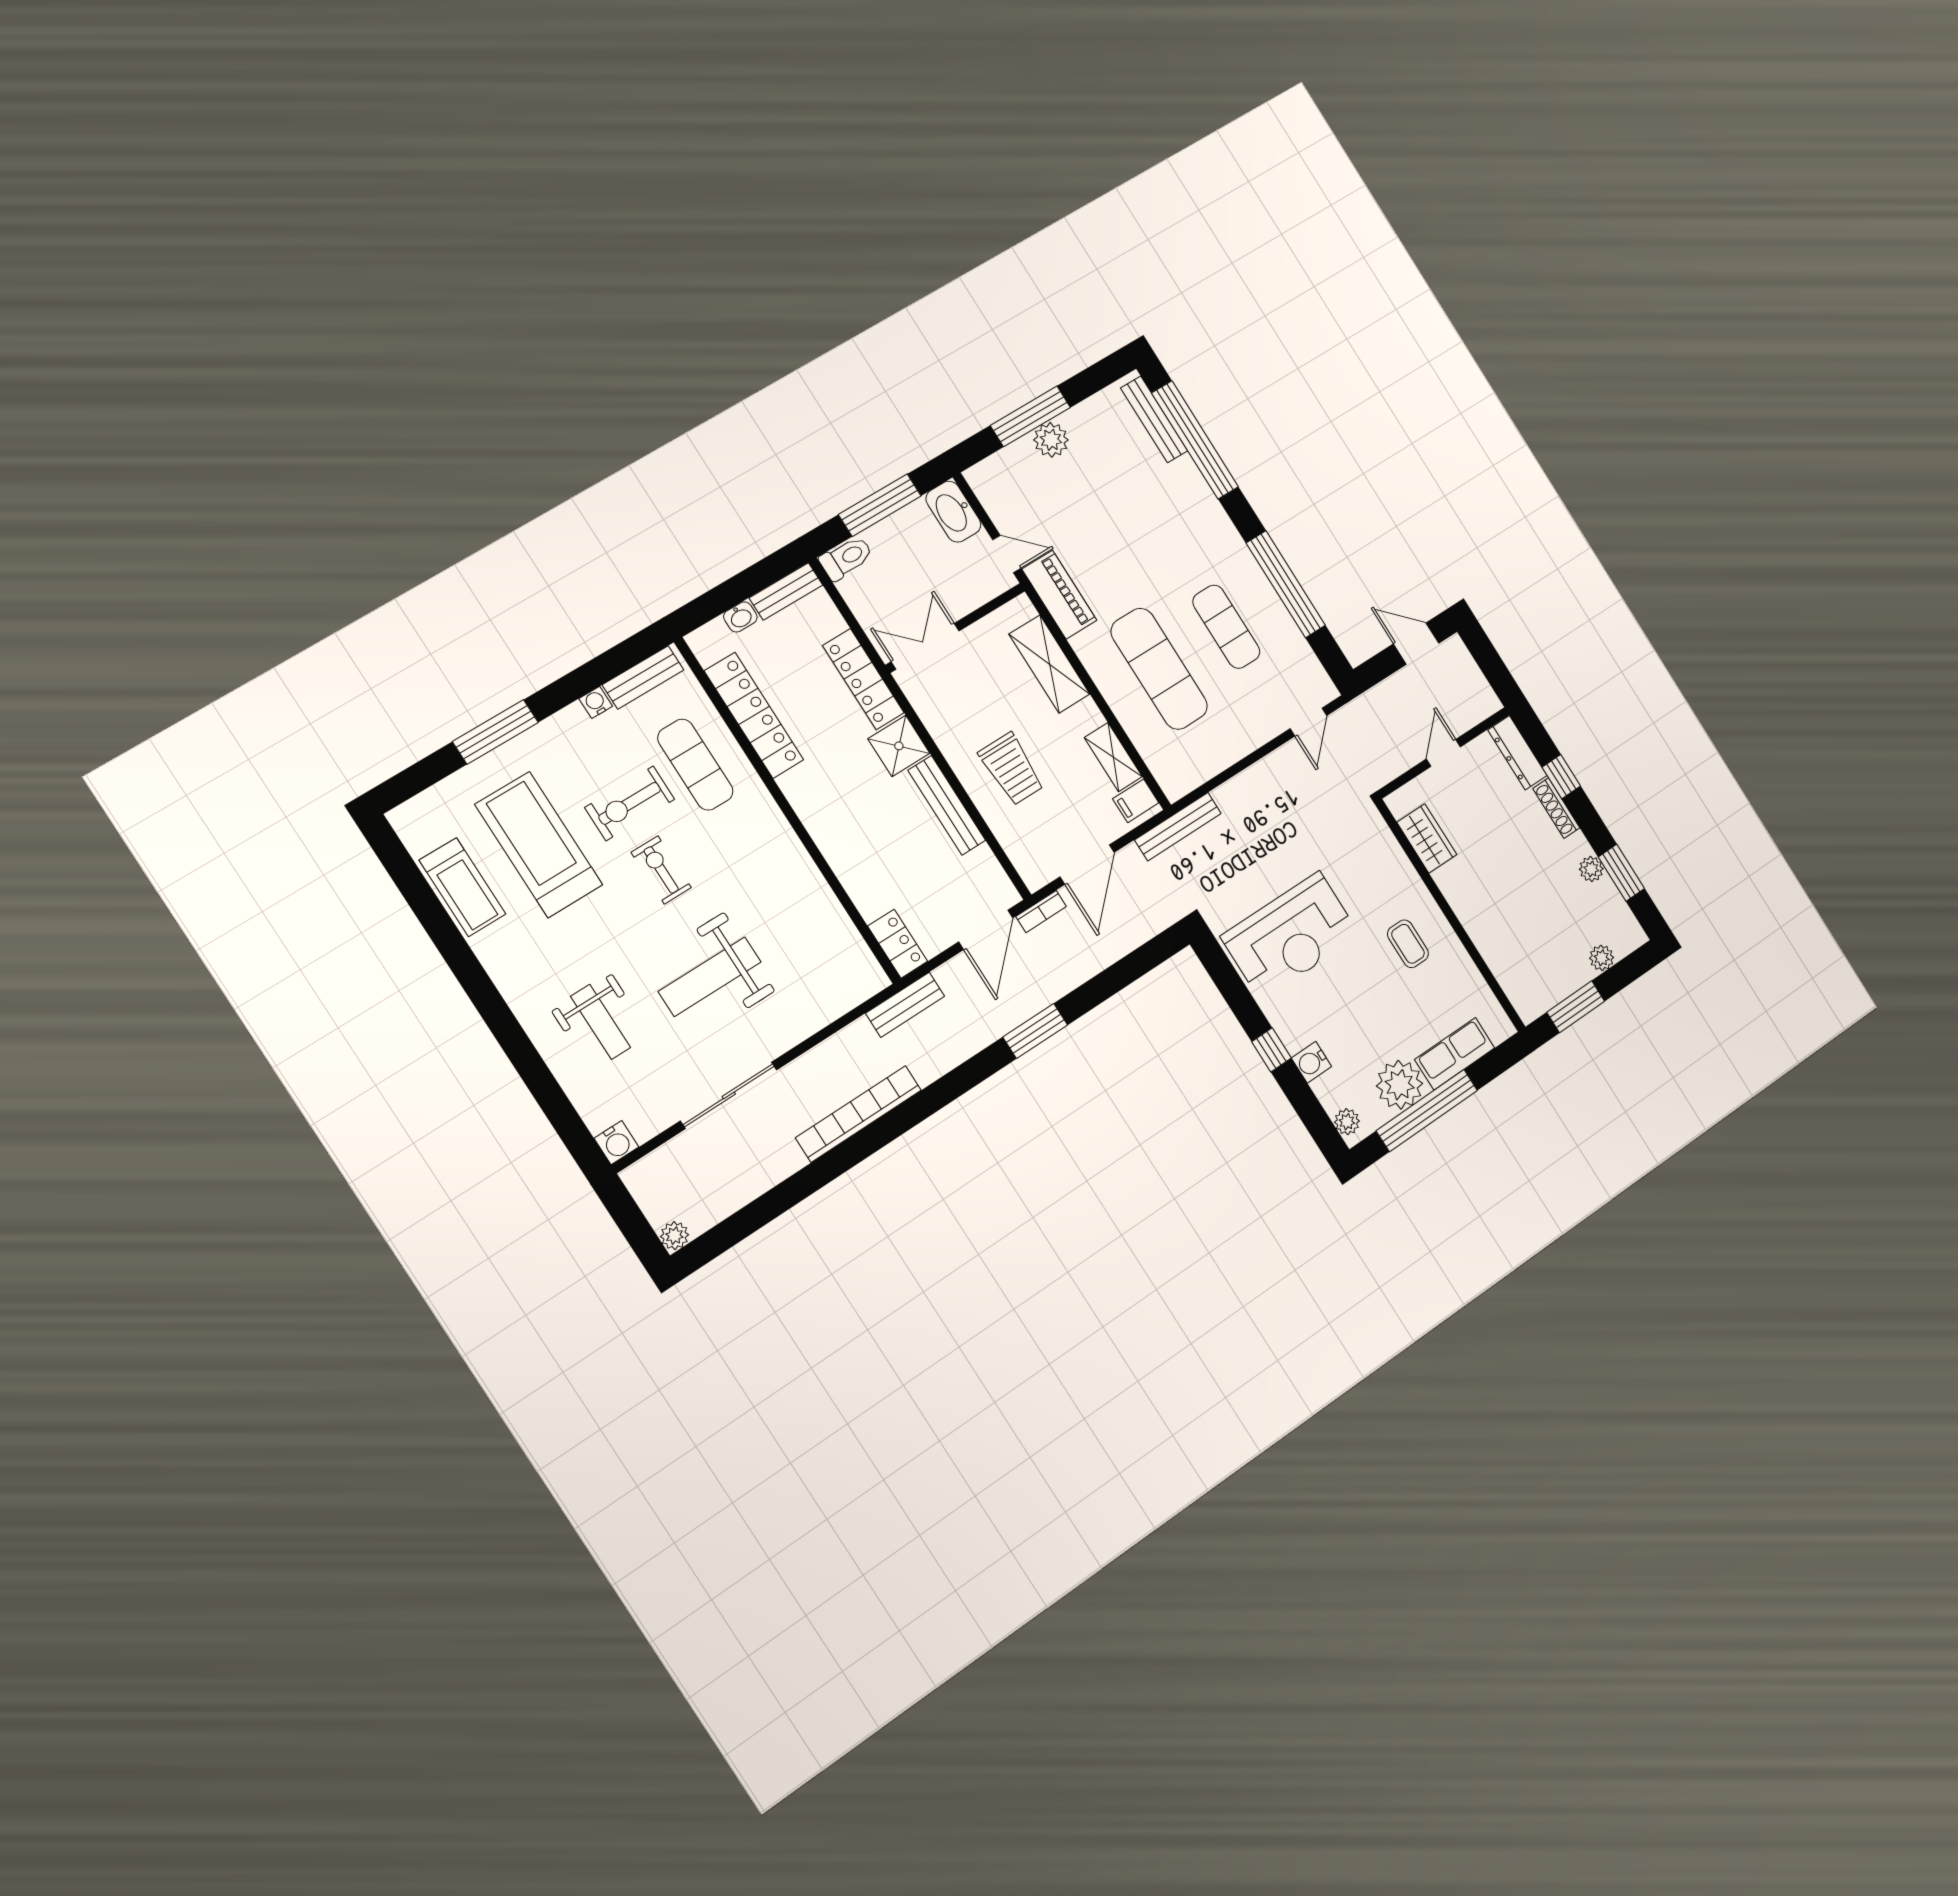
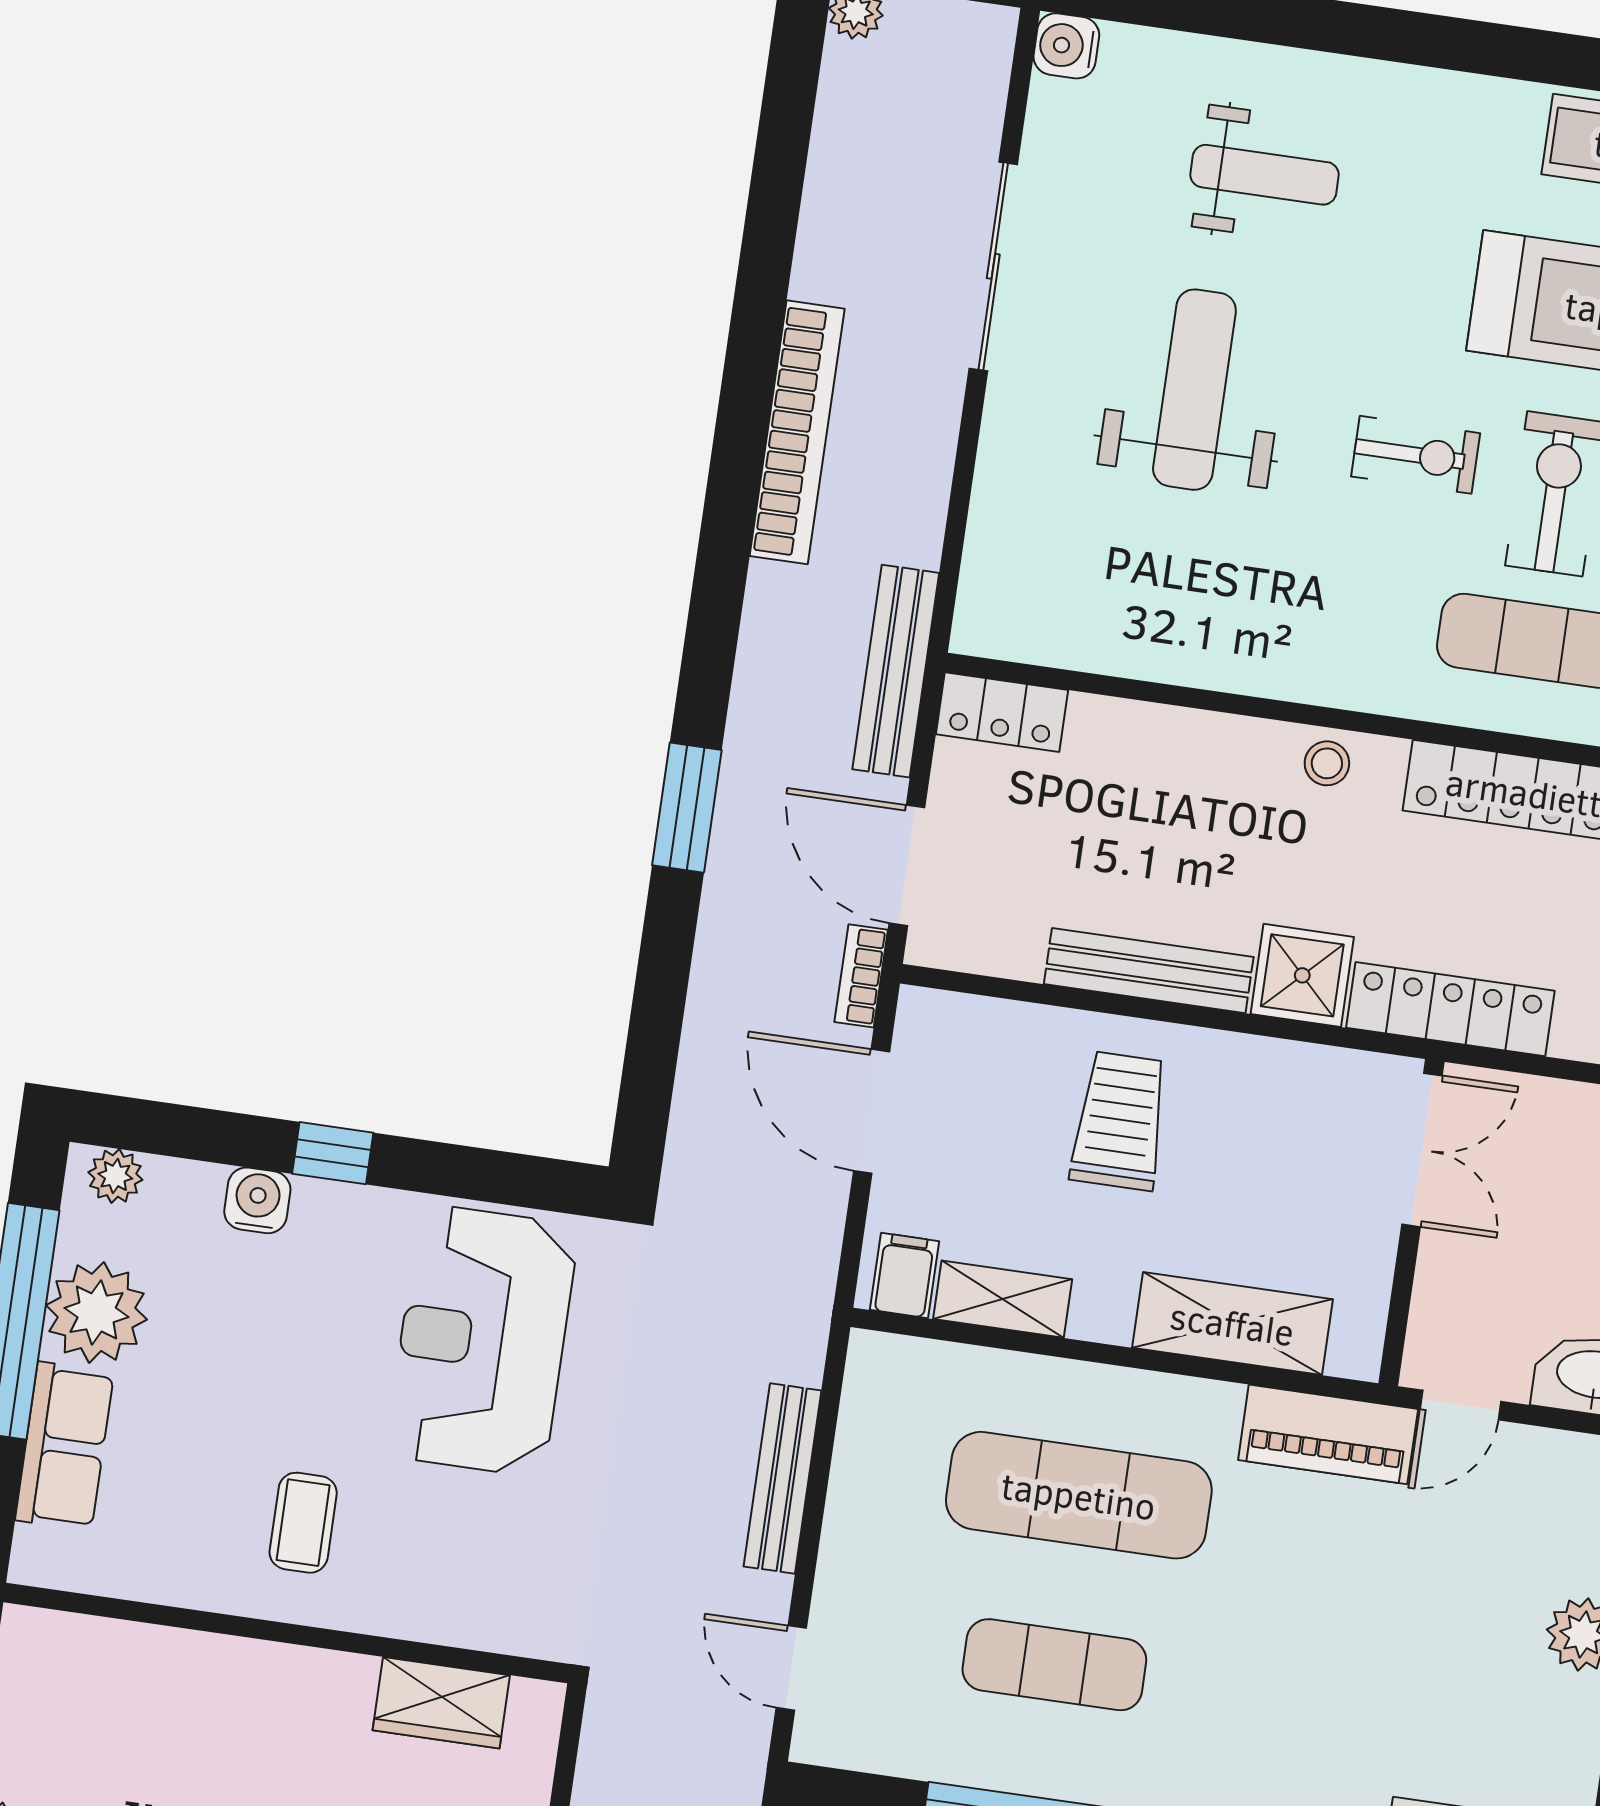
trolley: (1011, 769) -> (1120, 1121), turned 90
stool: (811, 804) -> (1327, 763), added
bench: (1178, 827) -> (782, 1478), moved
coffee table: (1408, 944) -> (303, 1523), turned 90
bench: (905, 1005) -> (896, 671), width x1.36
weight bench: (601, 1022) -> (1265, 175), turned 180

